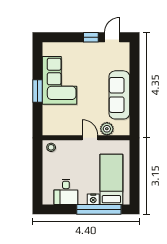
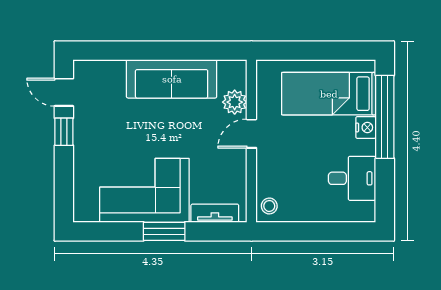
tv unit: (47, 118) -> (215, 213), added

